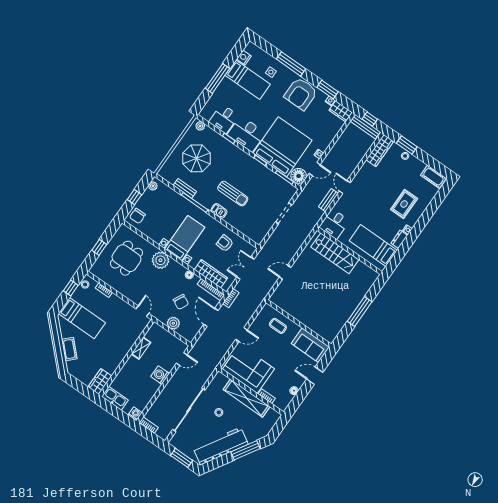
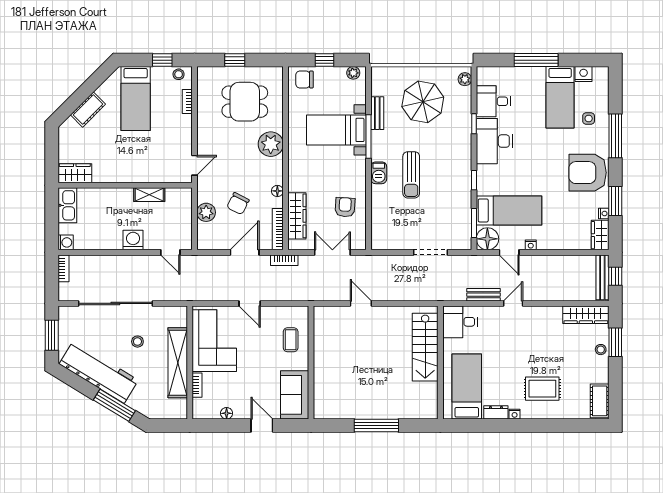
bed: (283, 147) -> (509, 210), width x0.49
bed with nightstands: (185, 238) -> (336, 130), moved, turned 180

